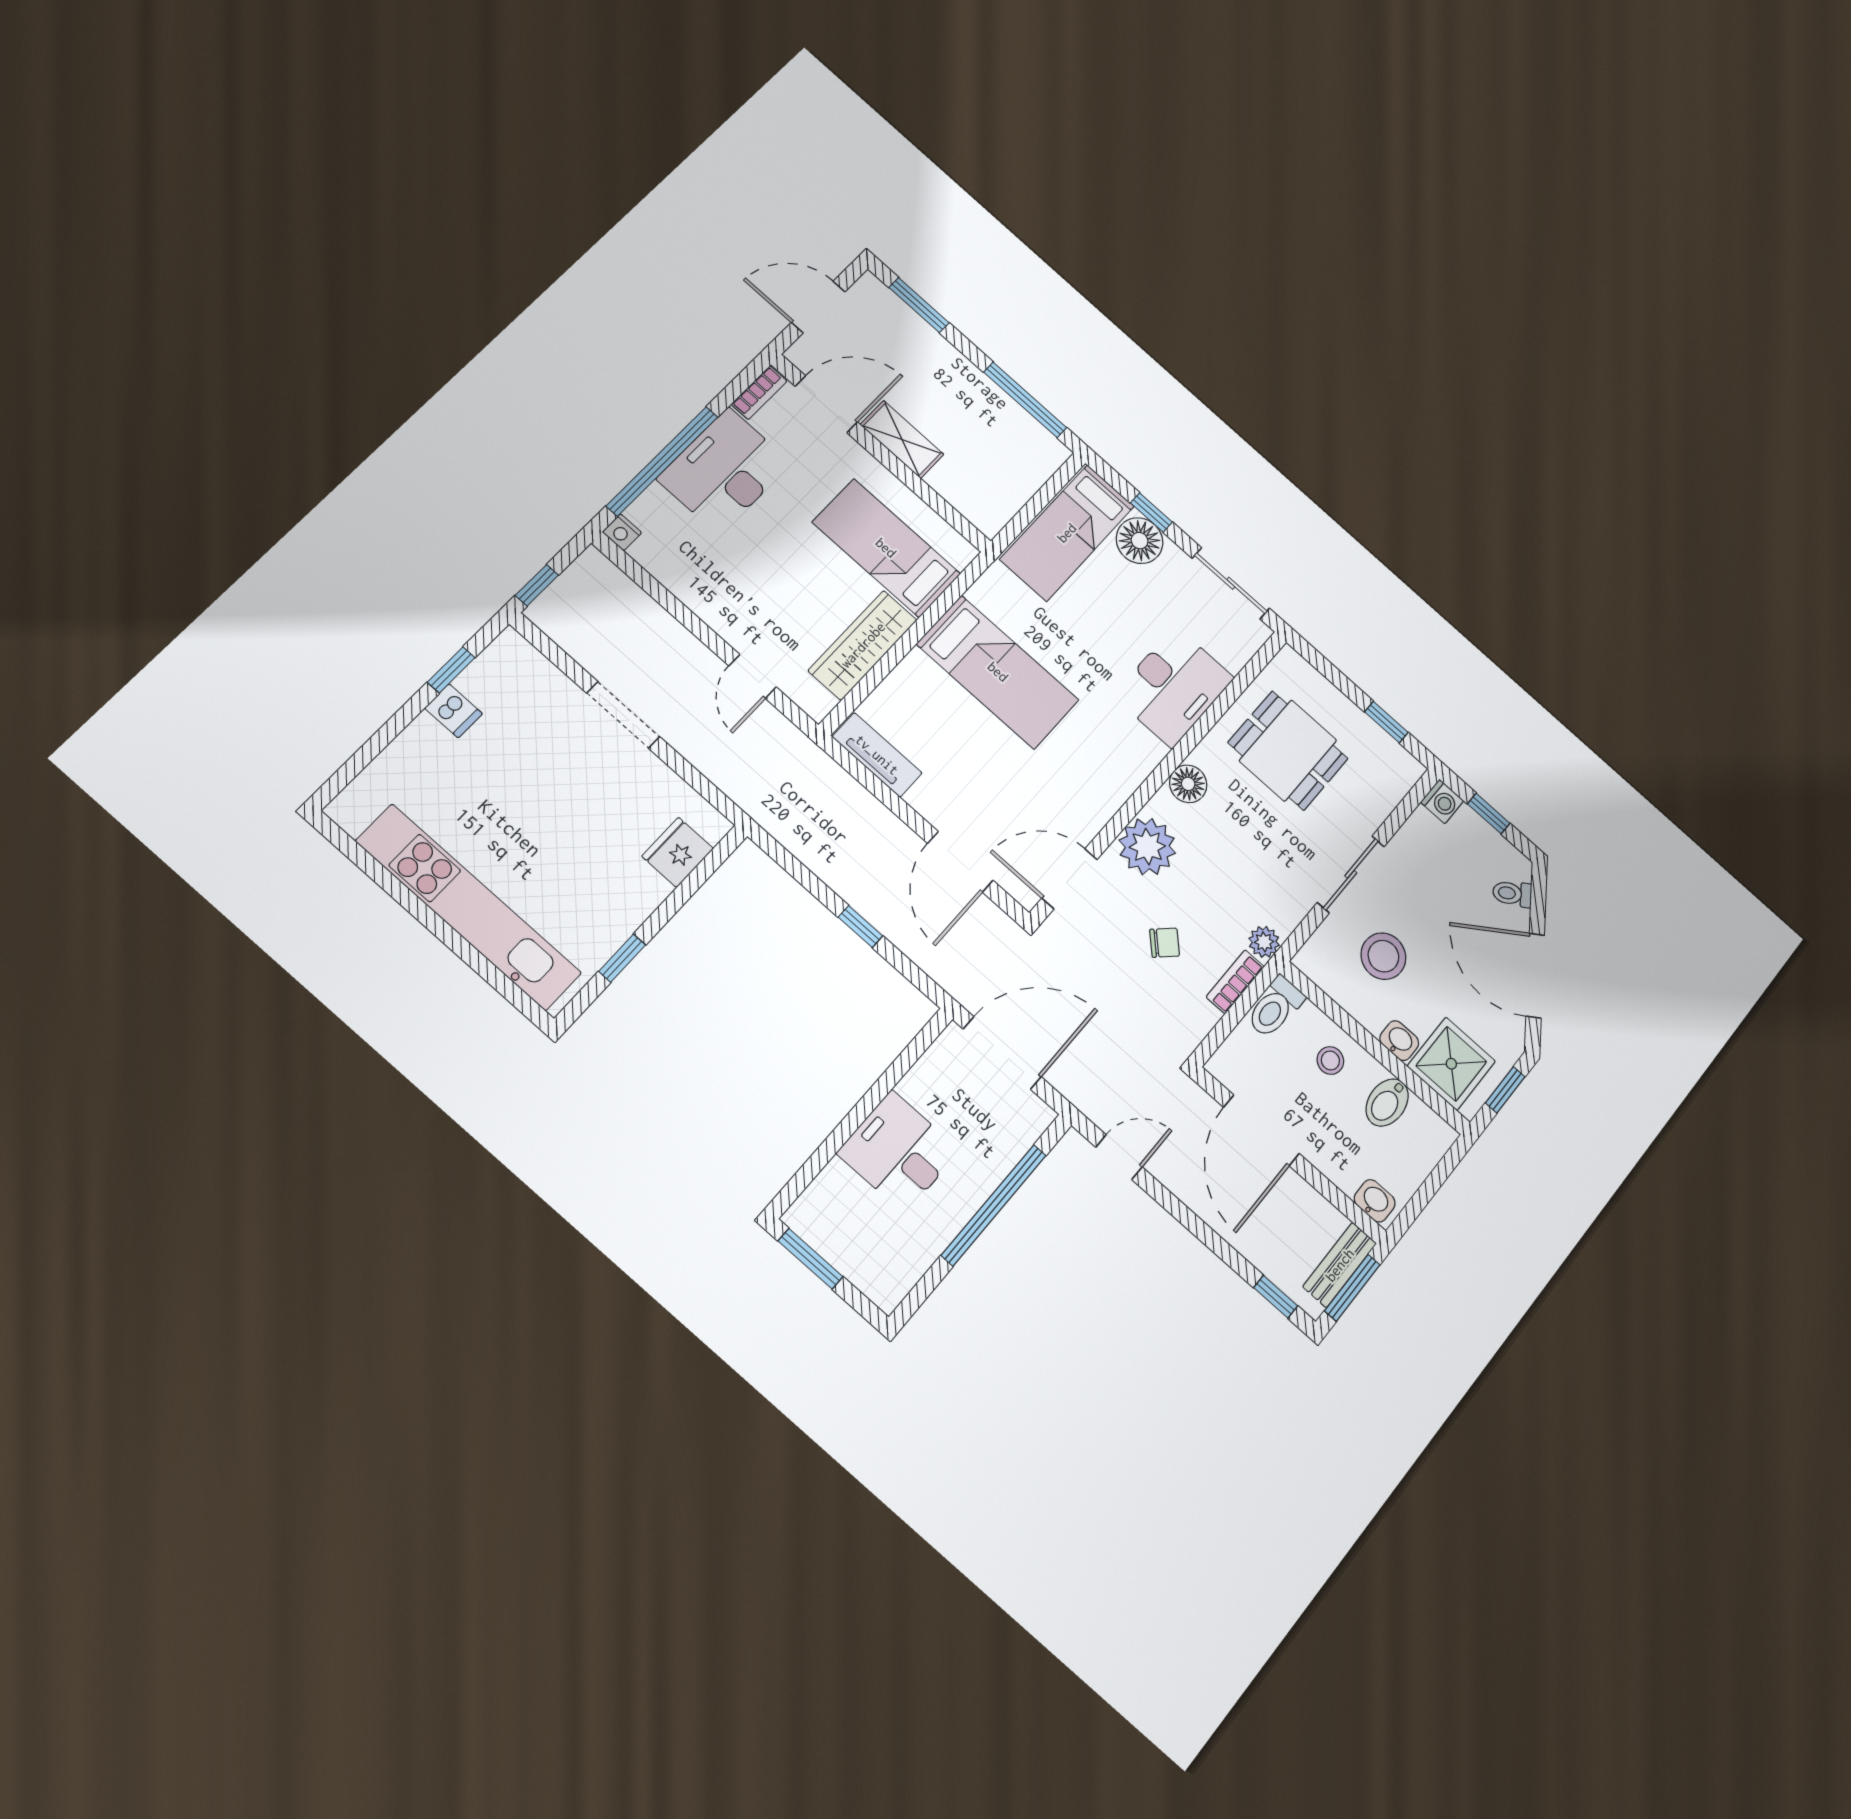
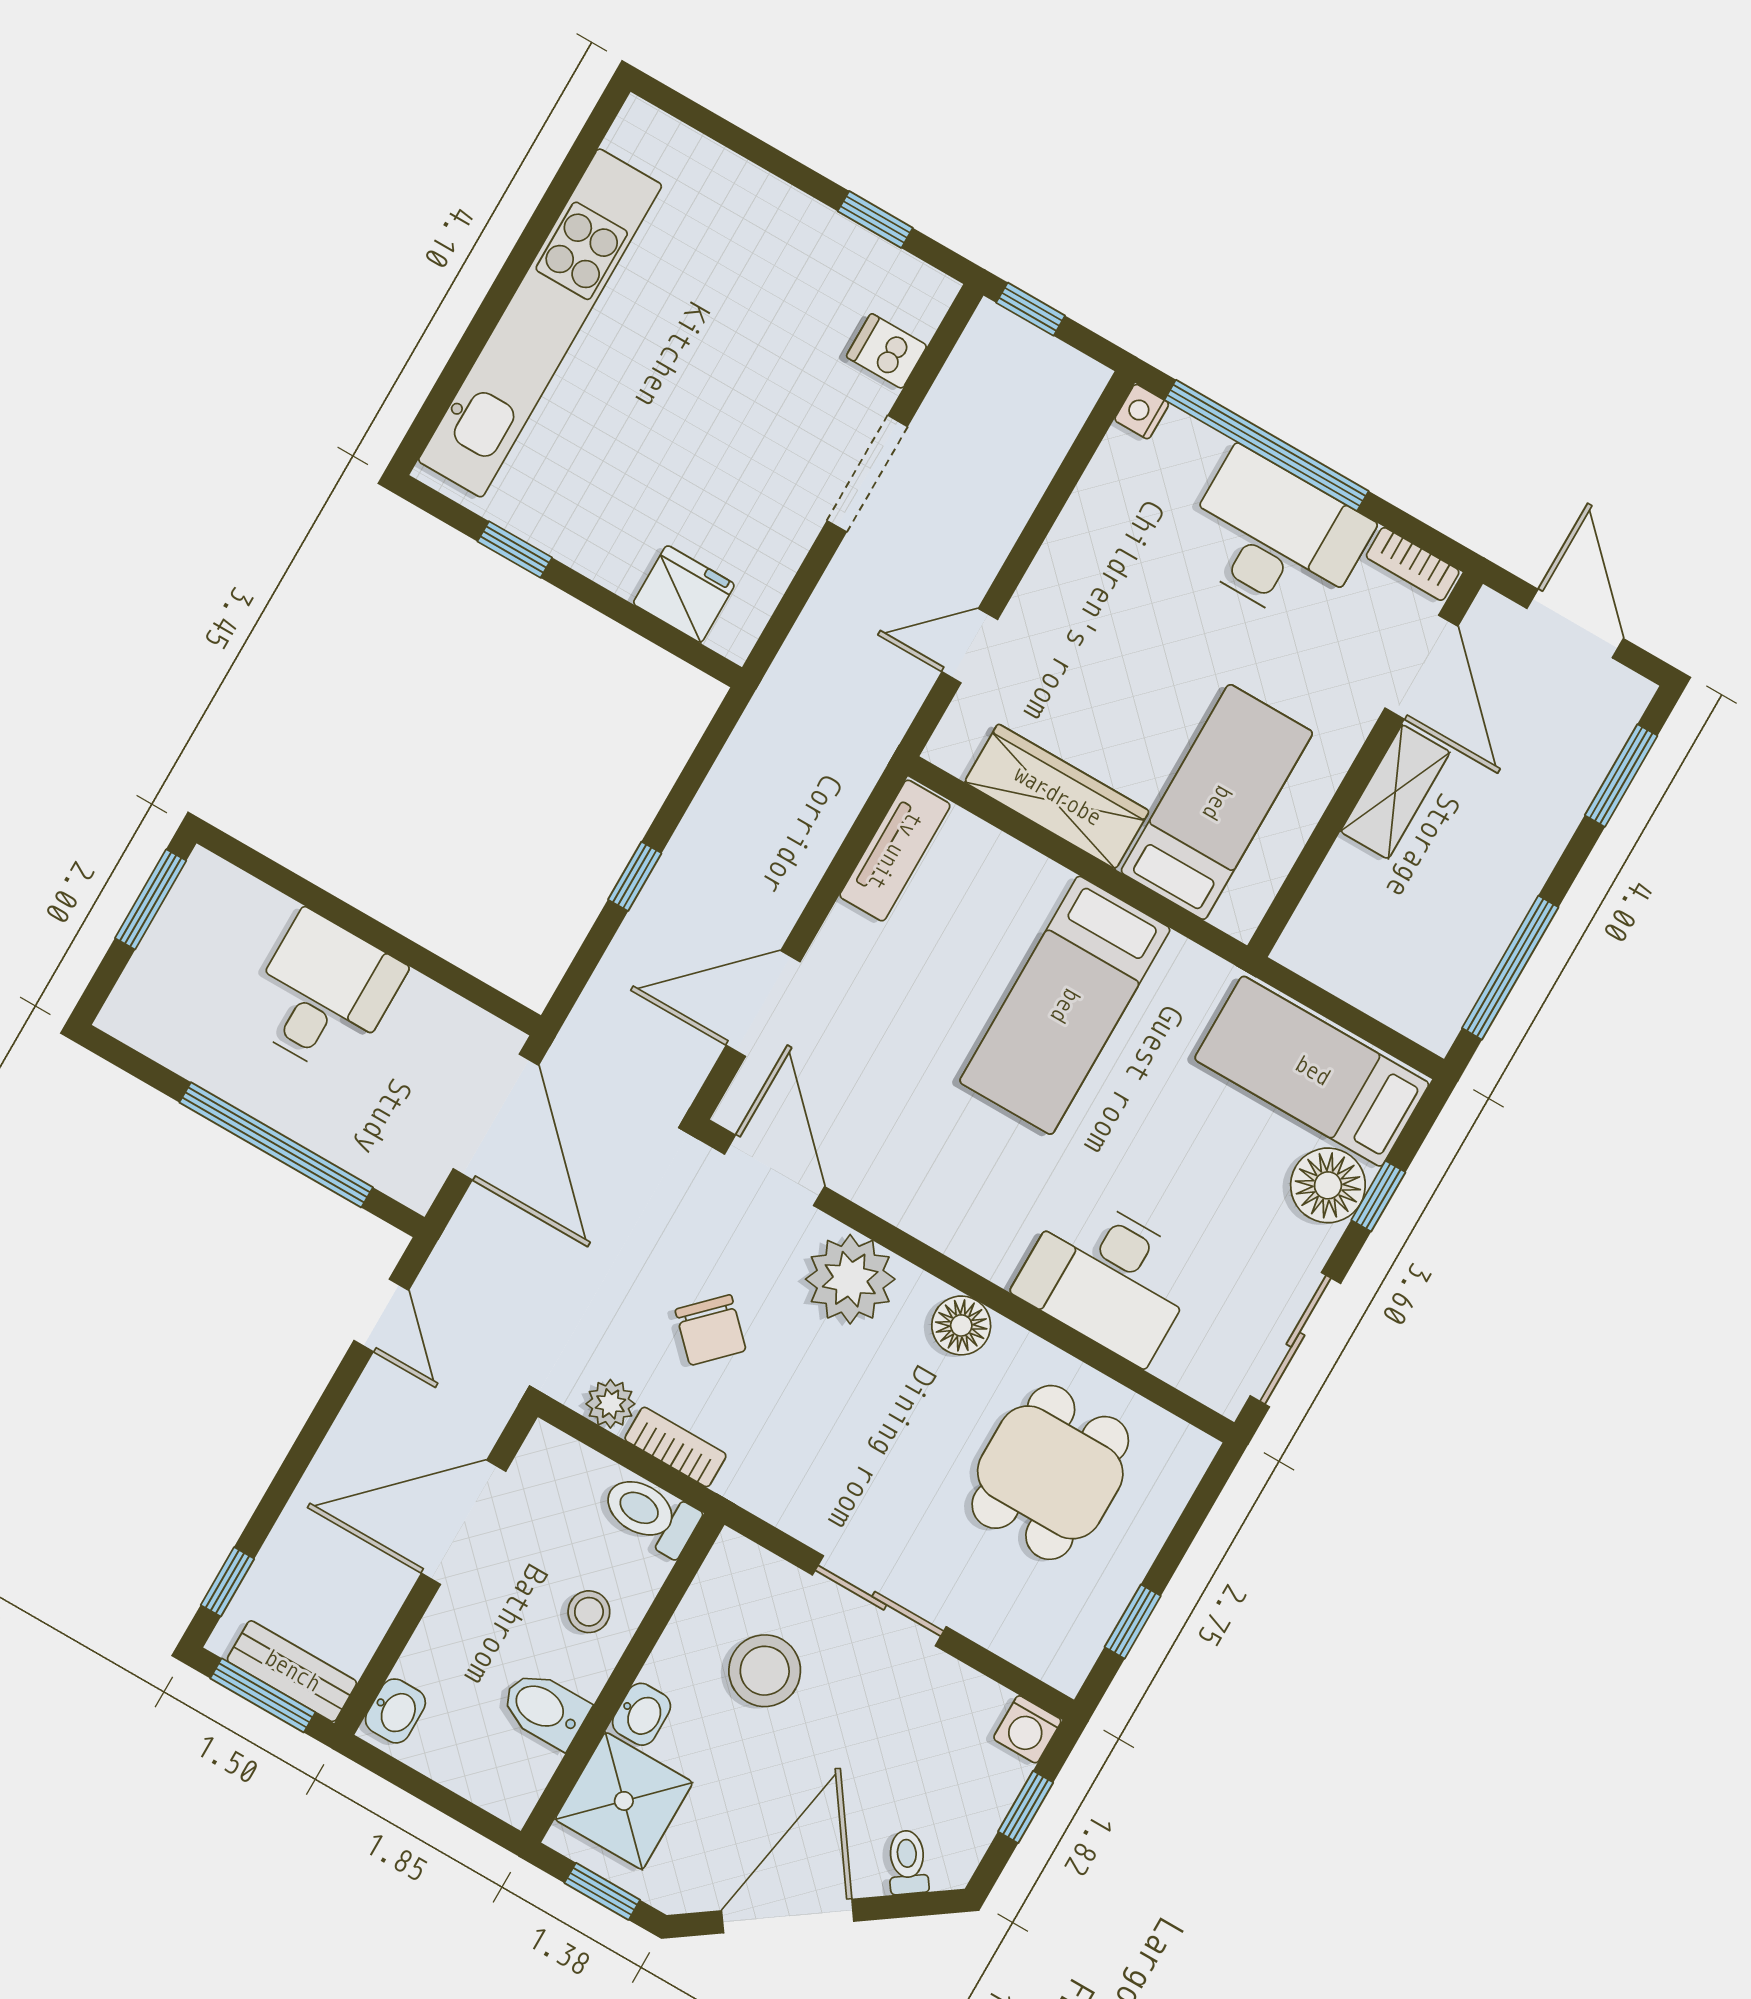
dishwasher: (454, 711) -> (887, 351), moved, turned 90
plant: (1264, 942) -> (610, 1404), moved
chair: (1165, 943) -> (711, 1330), width x1.37, depth x1.37

